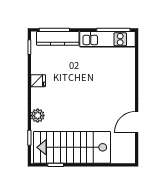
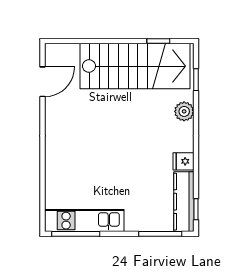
kitchen counter: (58, 38) -> (184, 202), moved, turned -90
door: (137, 122) -> (43, 82), moved

